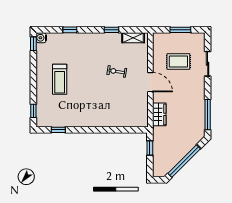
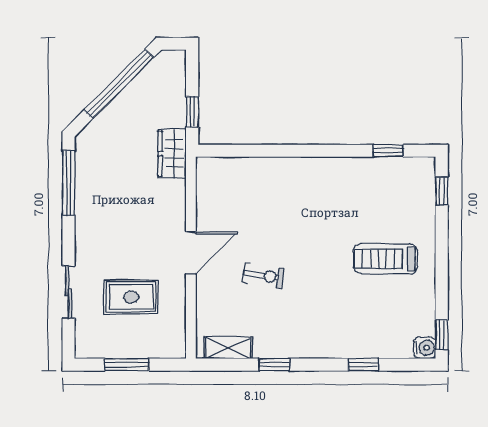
treadmill: (60, 79) -> (385, 259), turned -90
door: (150, 82) -> (191, 253), swing flipped
wardrobe: (159, 114) -> (172, 154), moved

